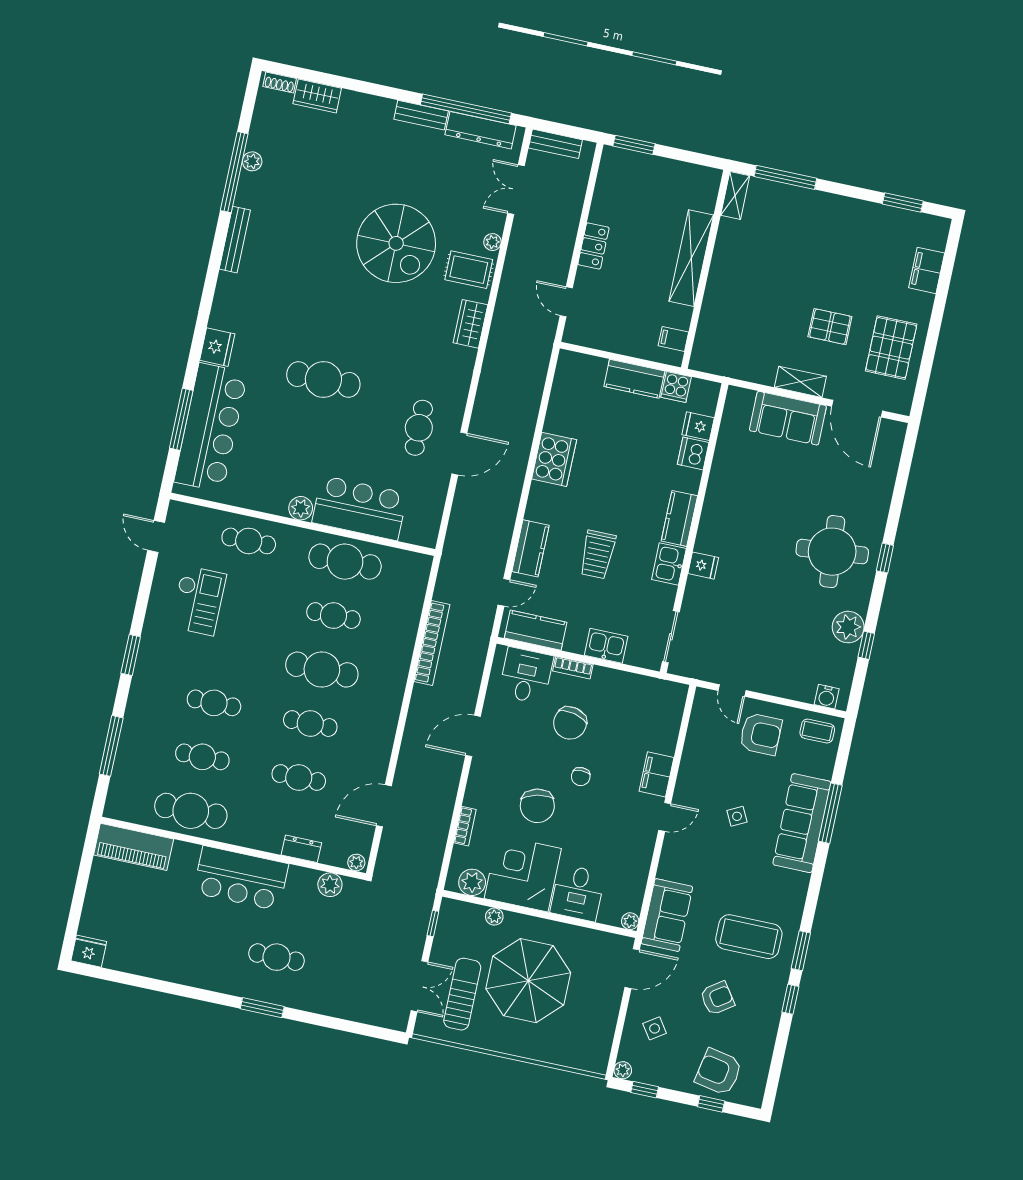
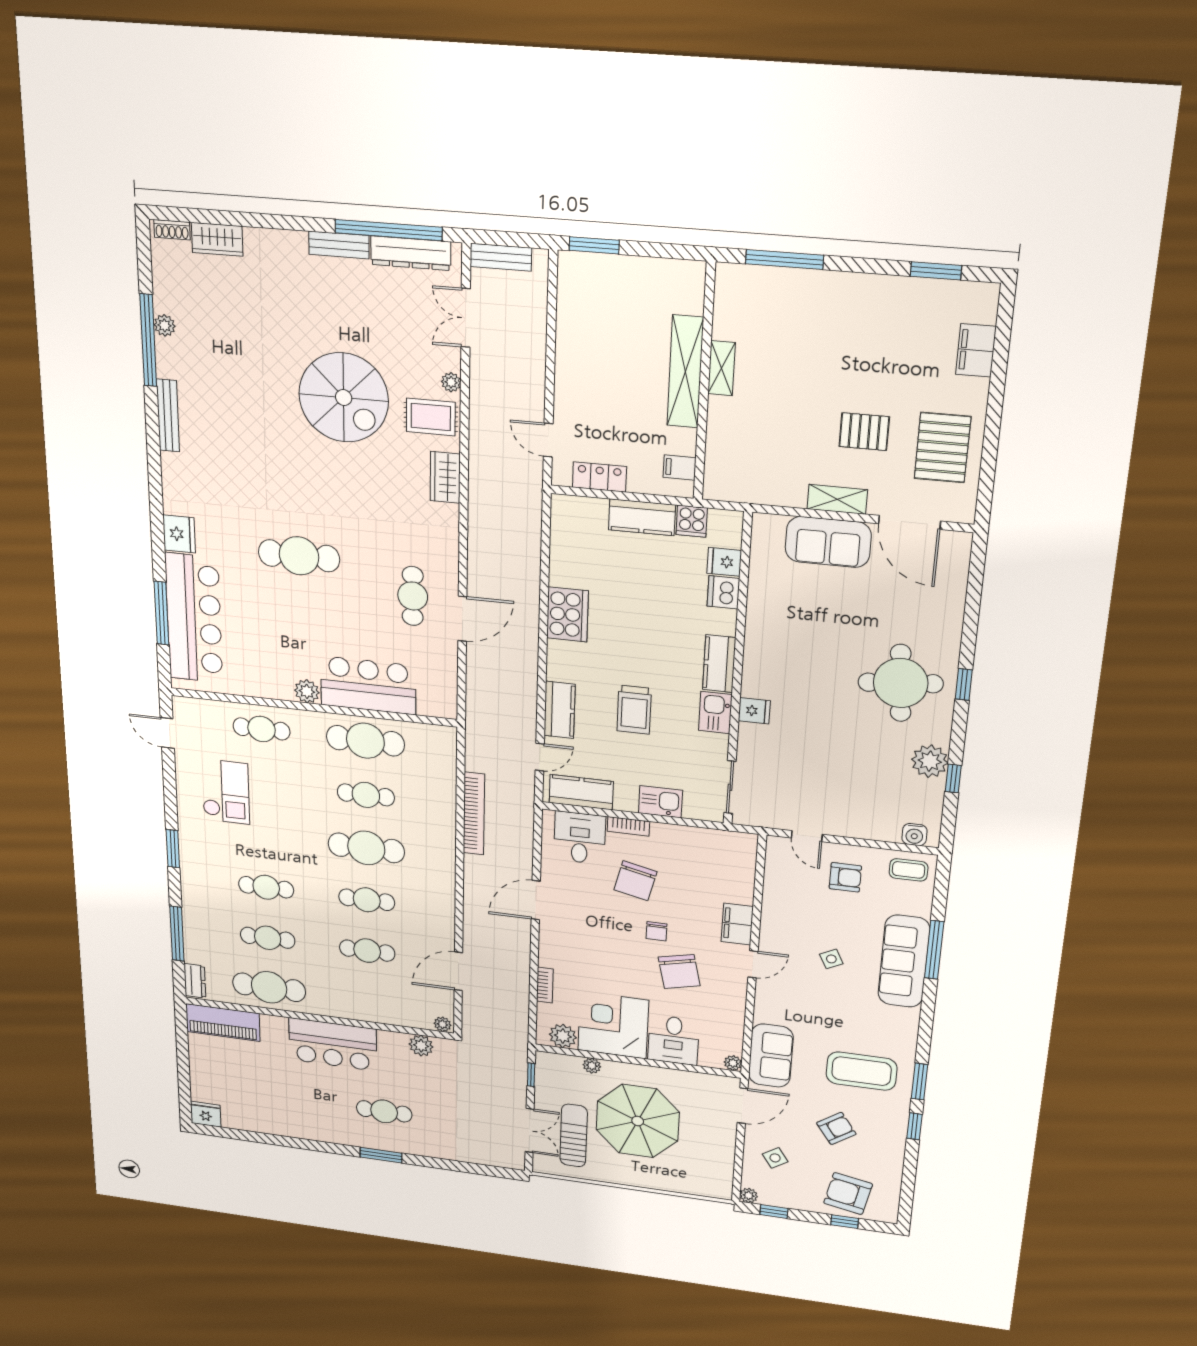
shelving: (735, 195) -> (722, 368), moved
locker: (593, 246) -> (599, 477), moved, turned -90
armchair: (761, 734) -> (845, 877), width x0.72, depth x0.72
chair: (537, 806) -> (679, 971), moved
dresser: (301, 849) -> (195, 981), moved, turned 90

